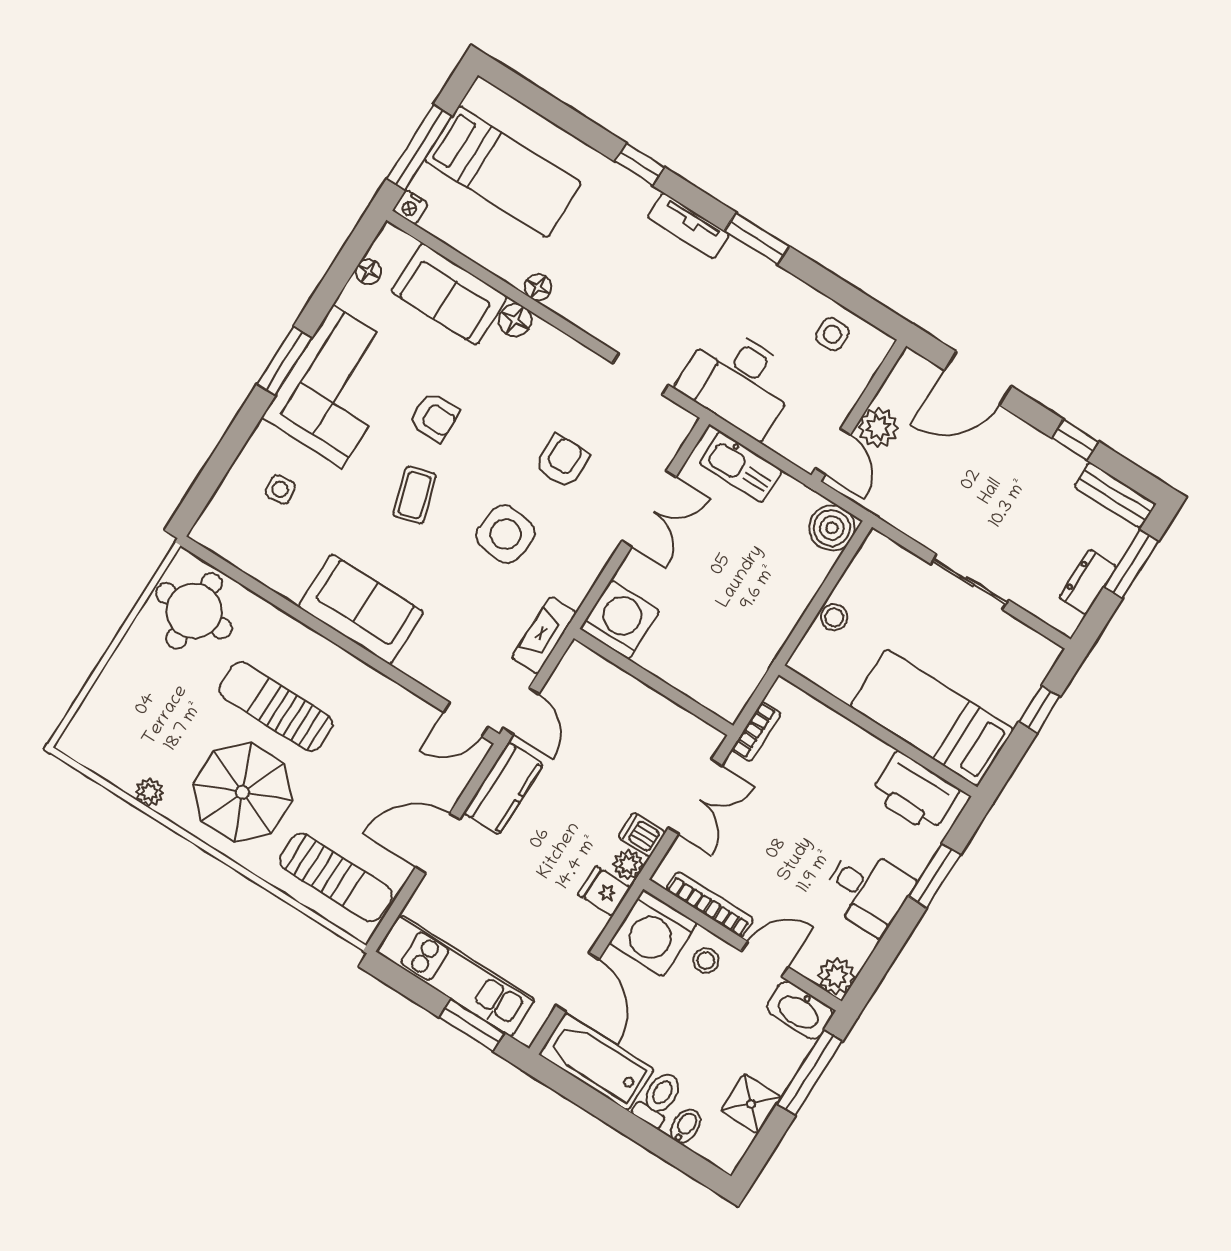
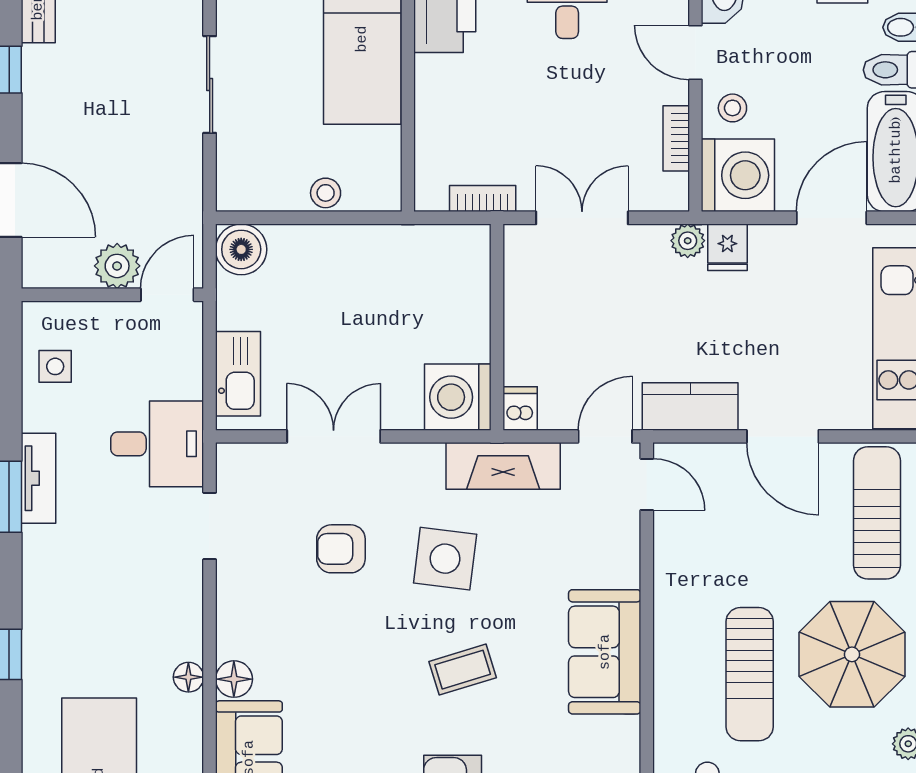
tv unit: (688, 226) -> (39, 478), moved
desk: (739, 381) -> (157, 444), width x0.73
armchair: (434, 417) -> (376, 698), removed
fireplace: (544, 635) -> (503, 466), width x1.37, depth x1.32
dishwasher: (642, 835) -> (520, 408), moved, turned 180
bookcase: (710, 904) -> (676, 138), width x0.64

